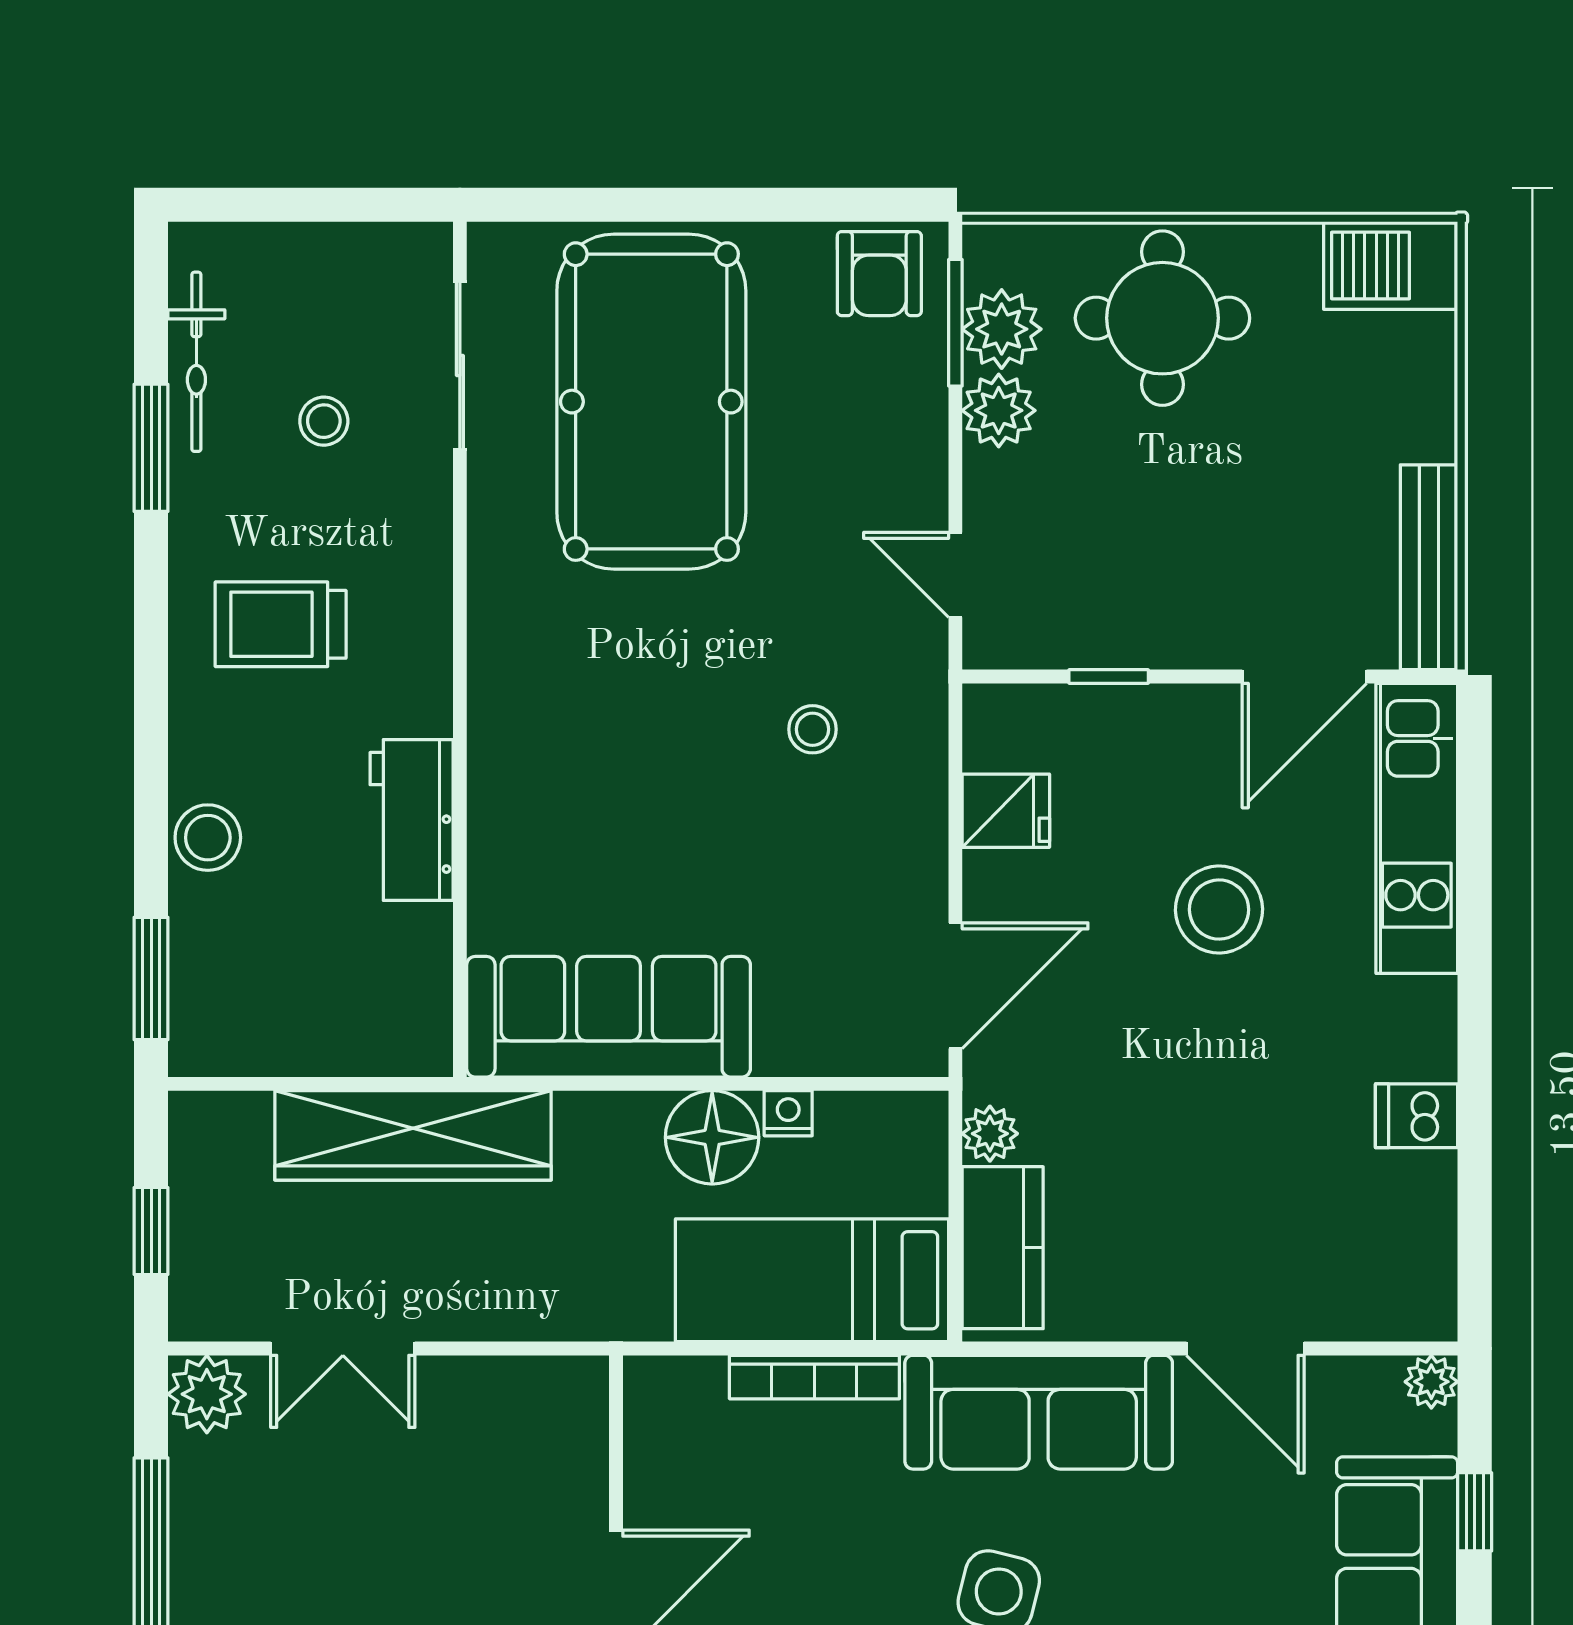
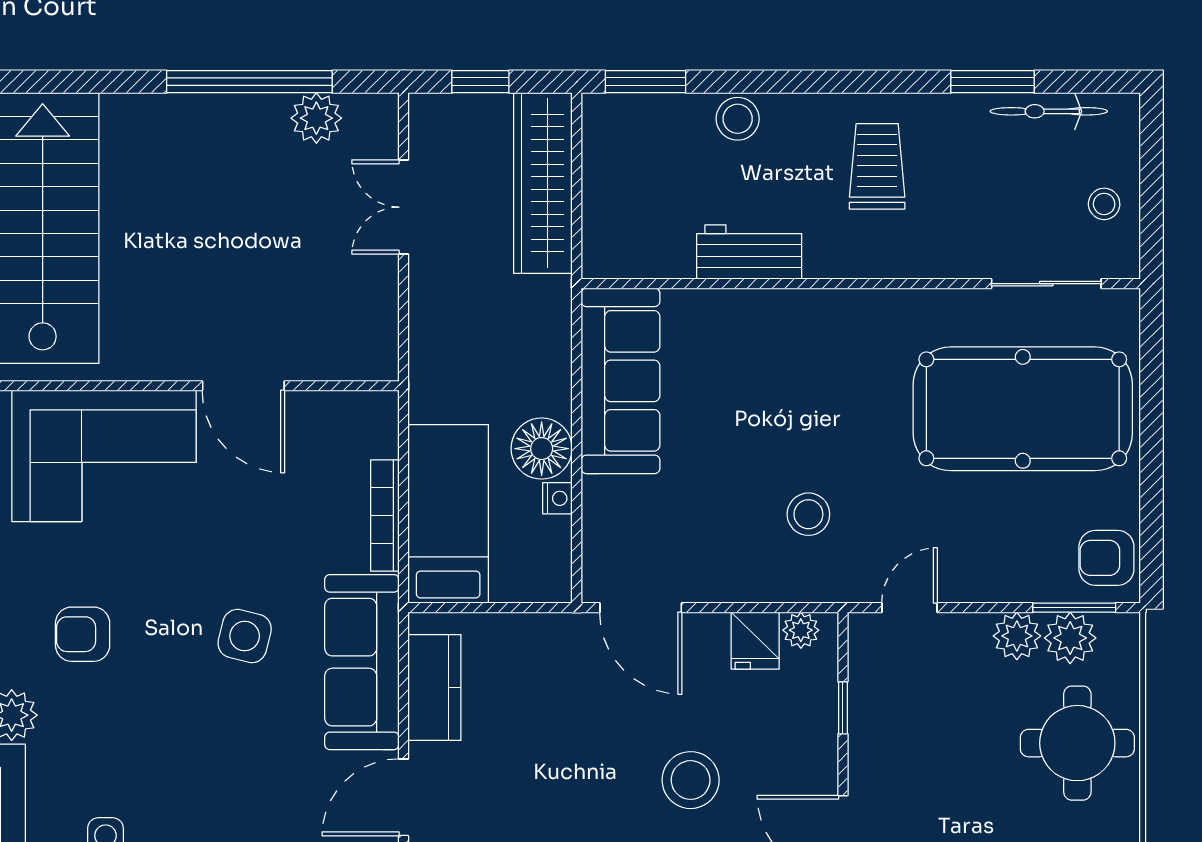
stool: (324, 421) -> (1104, 204), moved
stool: (813, 729) -> (808, 514), width x1.37, depth x1.37
plant: (990, 1134) -> (801, 630), moved
wardrobe: (413, 1135) -> (543, 183), moved
kitchen counter: (1003, 1248) -> (434, 688), moved, turned -90
plant: (207, 1394) -> (316, 118), moved

